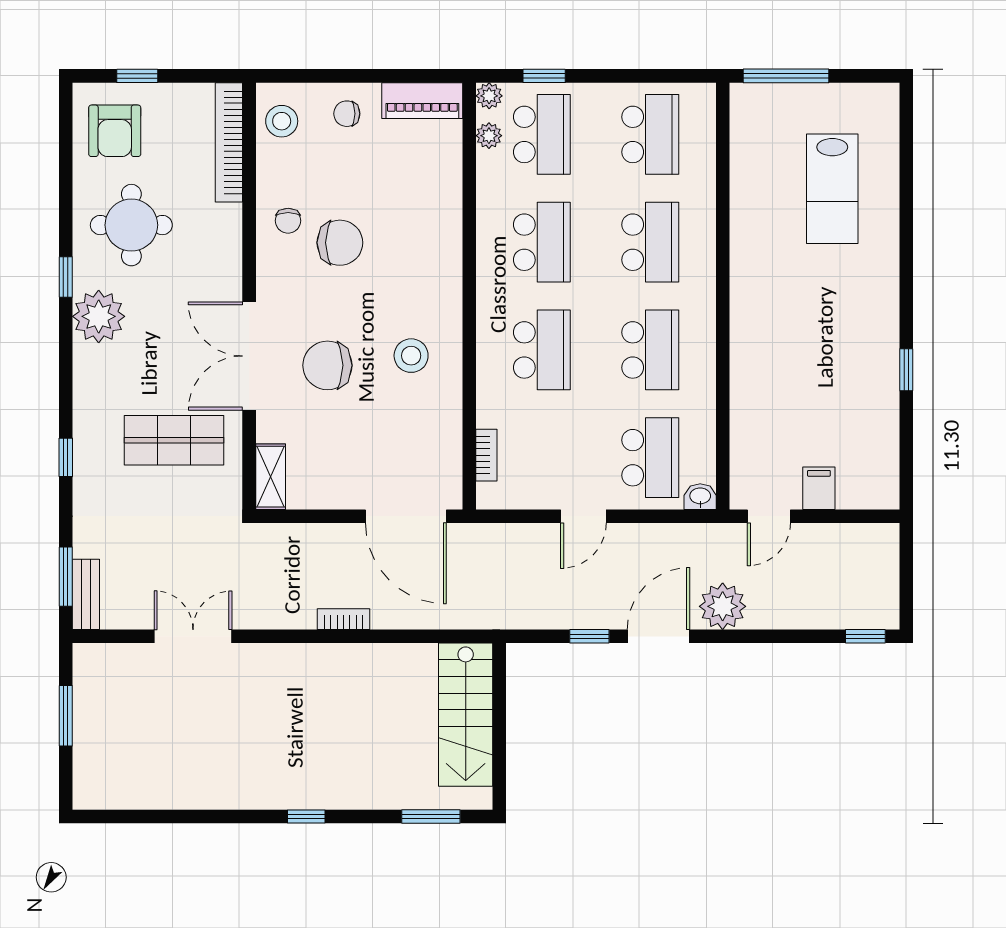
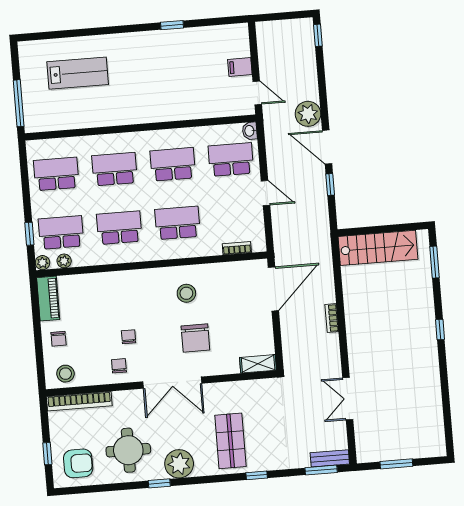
chair: (288, 221) -> (119, 366), turned -90
chair: (340, 243) -> (129, 337), width x0.54, depth x0.54
double door: (249, 356) -> (172, 383), moved
shop shelf: (174, 440) -> (230, 441), moved

